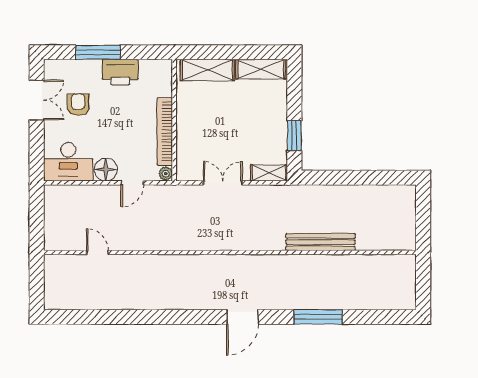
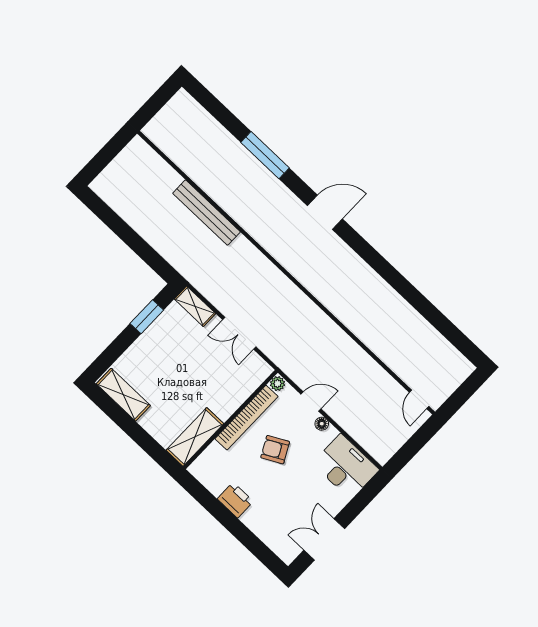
window: (98, 52) -> (240, 531), removed
shelving: (207, 70) -> (195, 437), moved, turned 90
printer: (120, 72) -> (235, 500), width x0.73, depth x0.84
armchair: (78, 105) -> (275, 450), moved, turned 62
floor lamp: (106, 170) -> (322, 424), width x0.53, depth x0.53
door: (97, 252) -> (419, 399), moved

